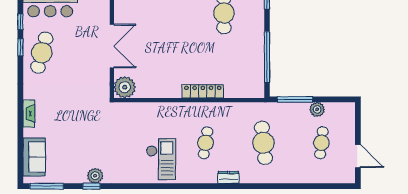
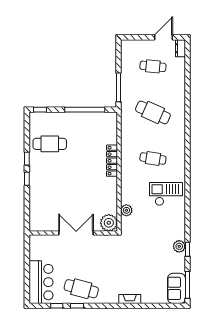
plant: (317, 109) -> (126, 210), moved
cafe table: (263, 143) -> (153, 112), turned 30
sofa: (34, 157) -> (177, 288), moved, turned -90
dresser: (228, 177) -> (180, 48), moved

